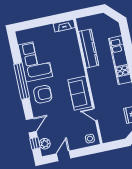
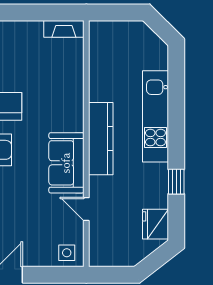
kitchen counter: (89, 48) -> (101, 139), moved

